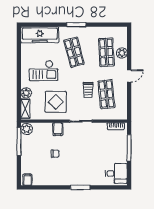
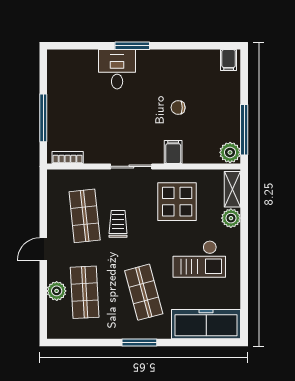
checkout: (43, 70) -> (199, 259), turned 180
desk: (116, 174) -> (117, 69), moved, turned 90

